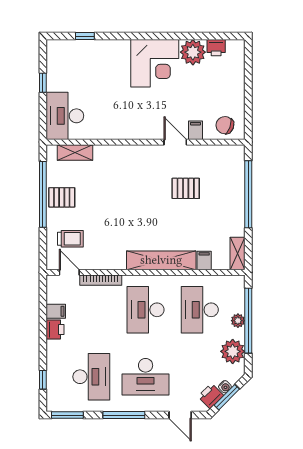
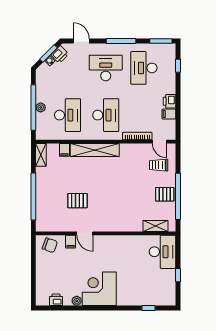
plant: (193, 52) -> (77, 301), width x0.53, depth x0.53
plant: (233, 351) -> (44, 86), removed

